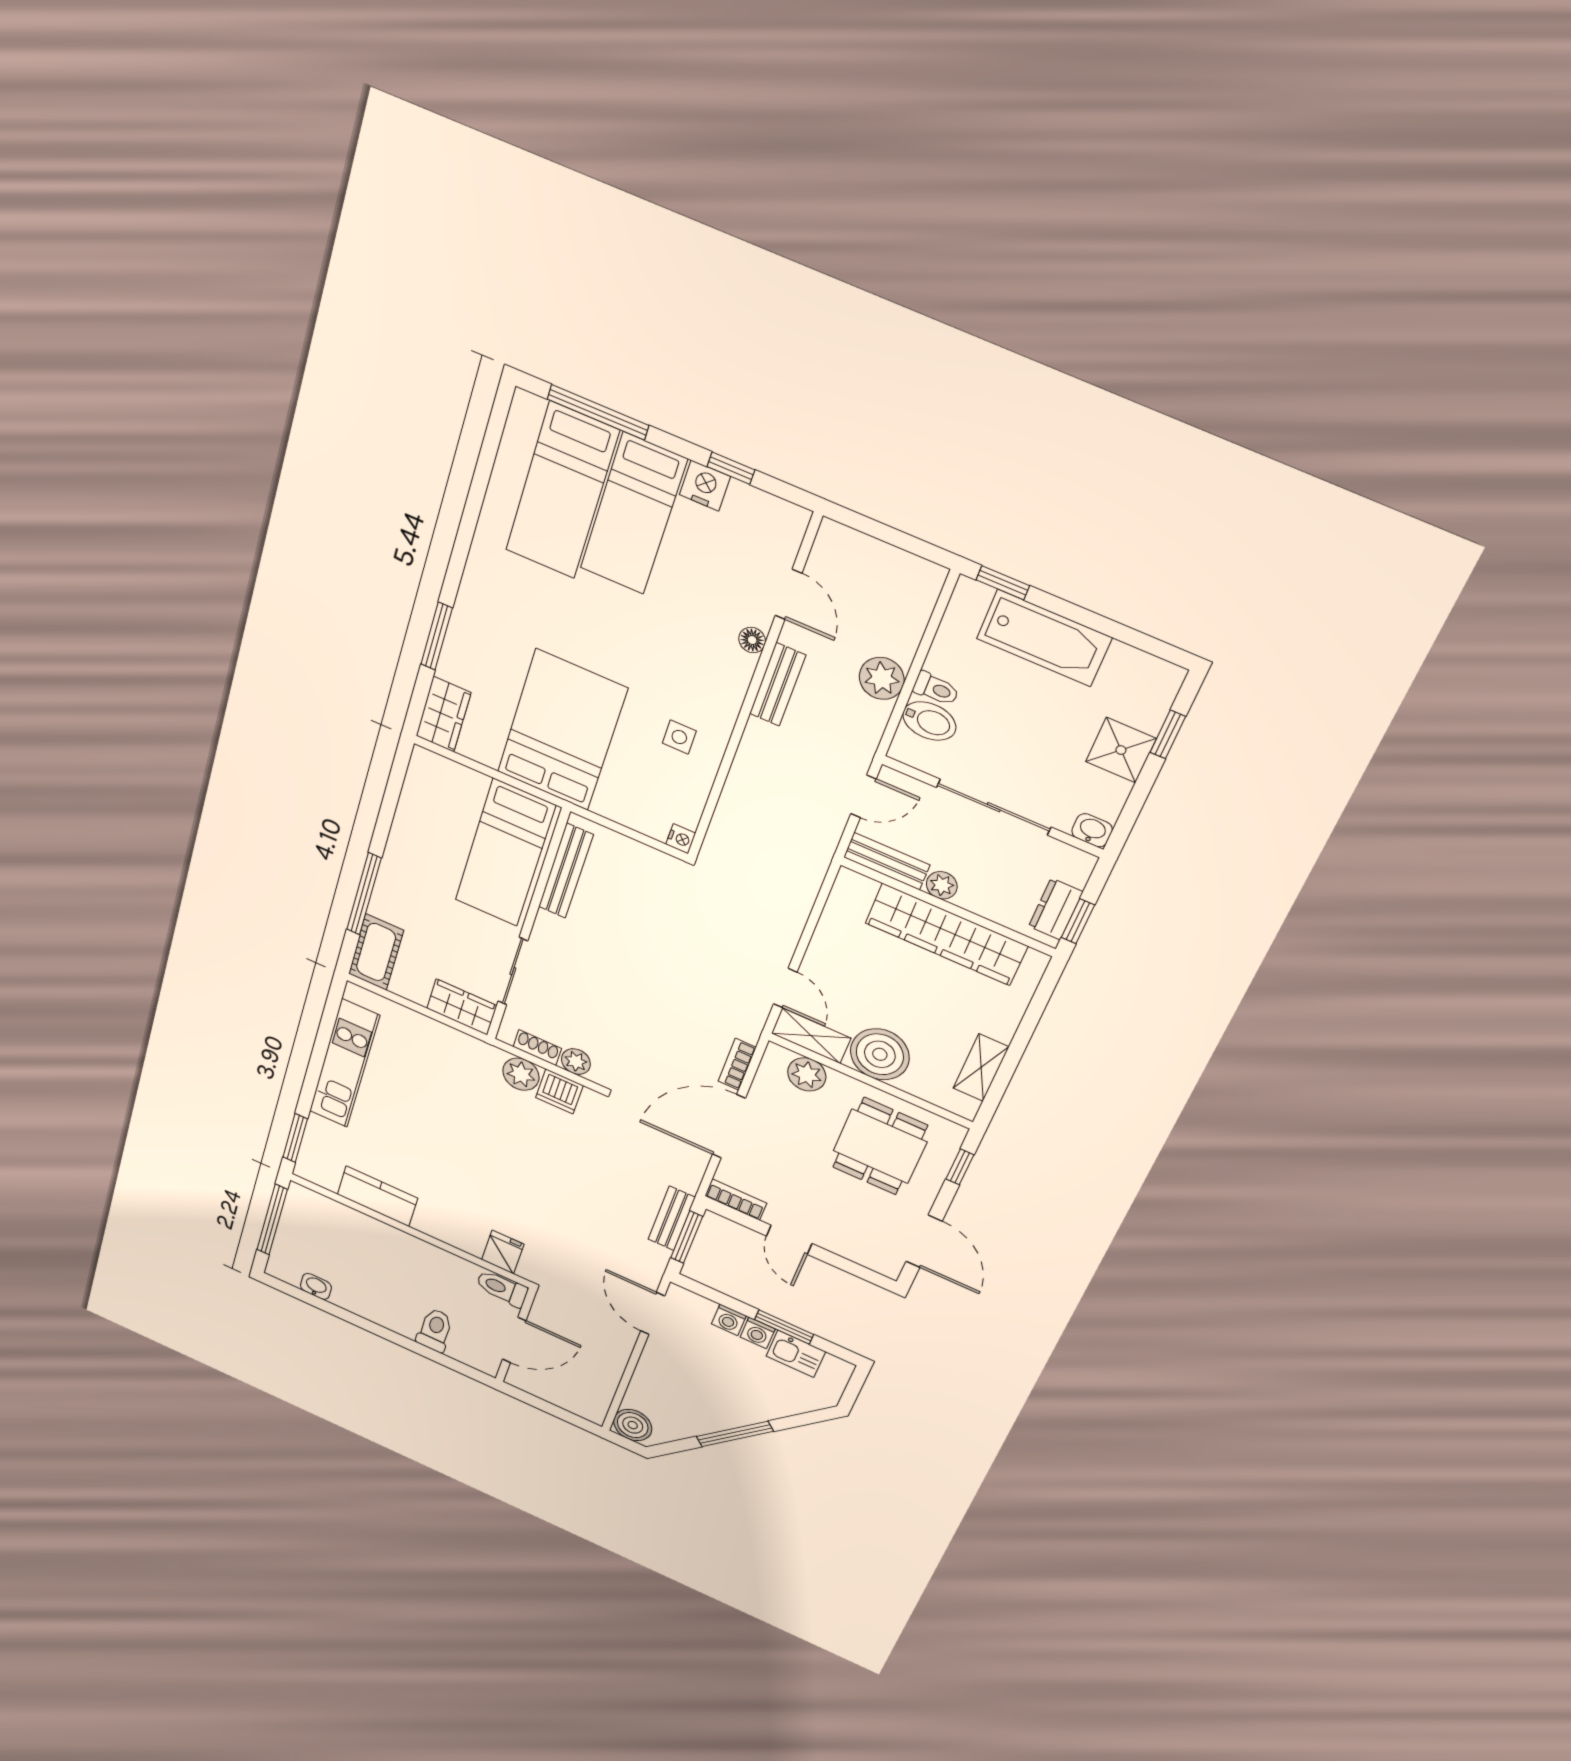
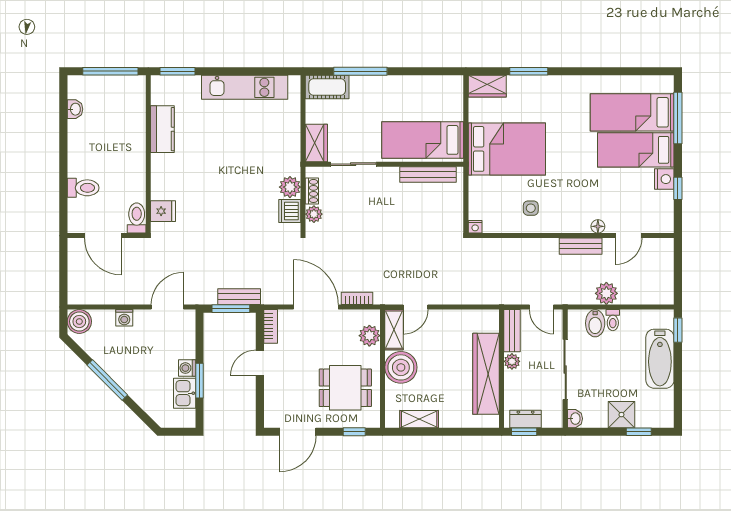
washing machine: (729, 1320) -> (124, 318), moved, turned -90

